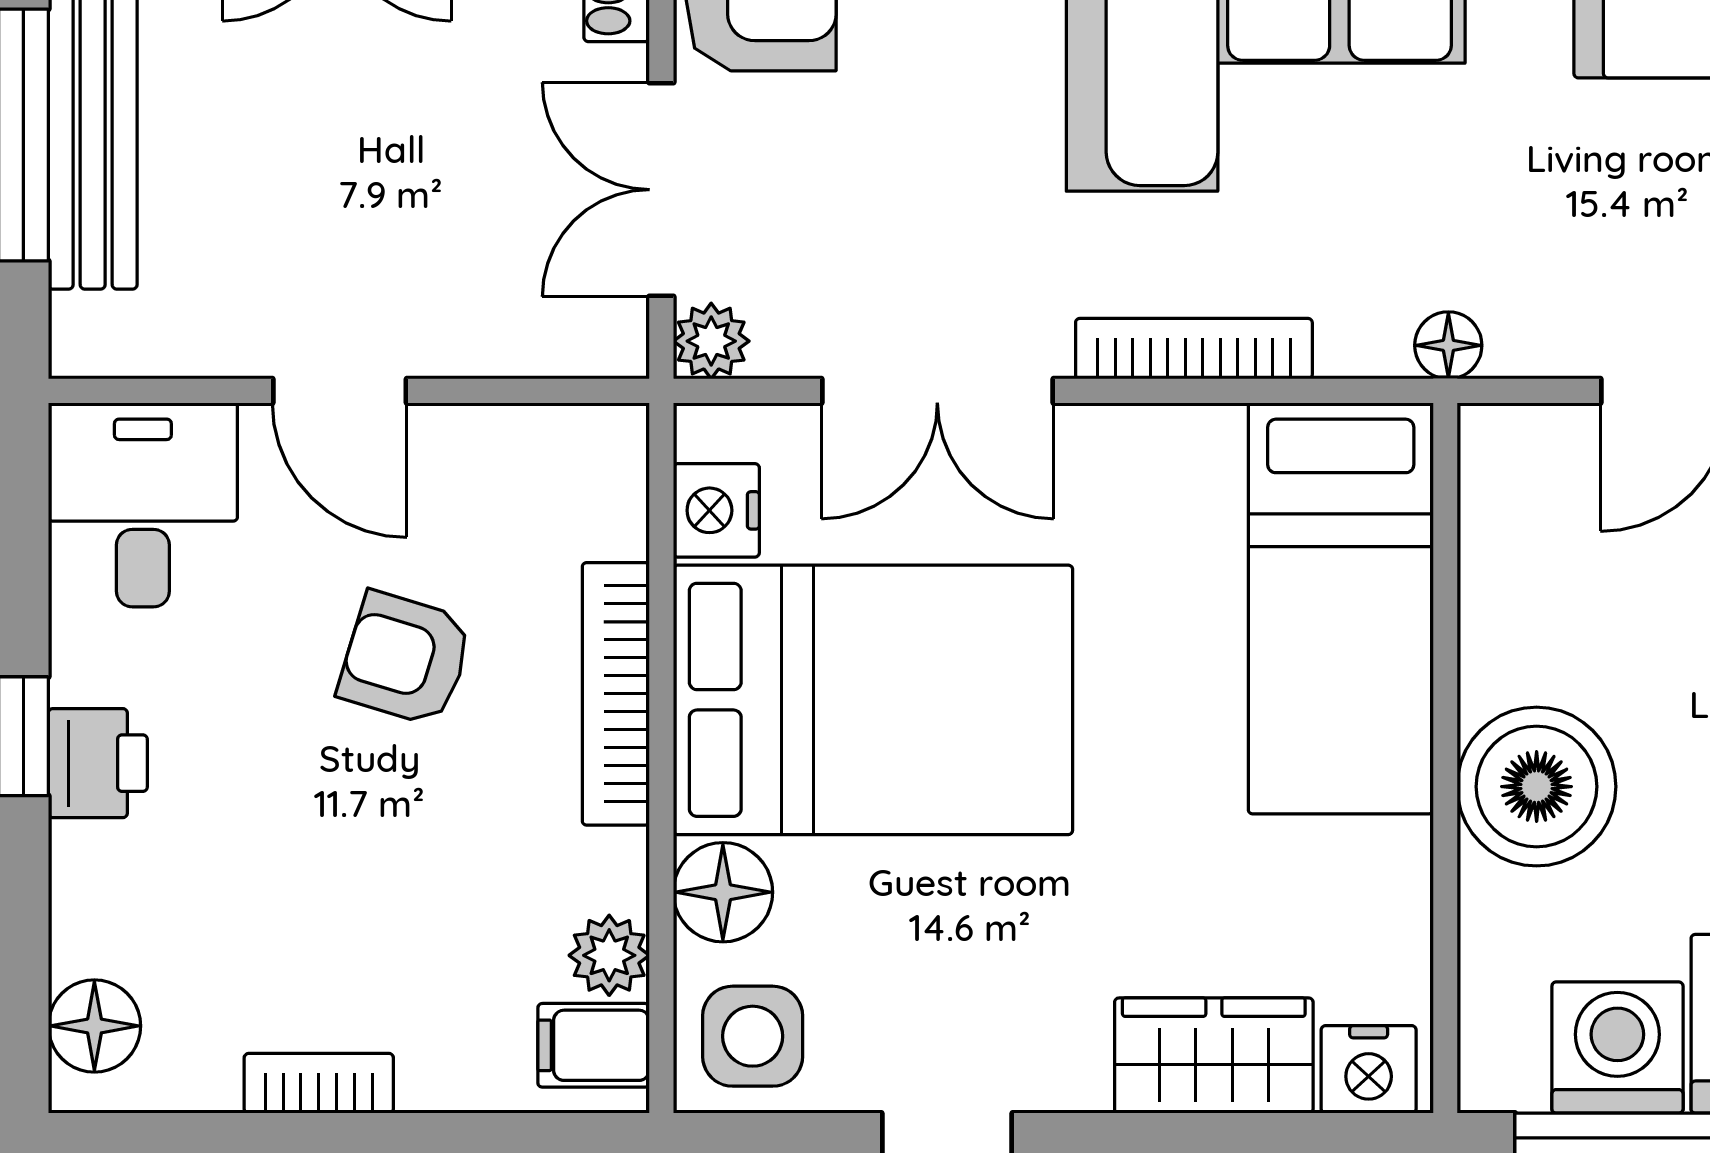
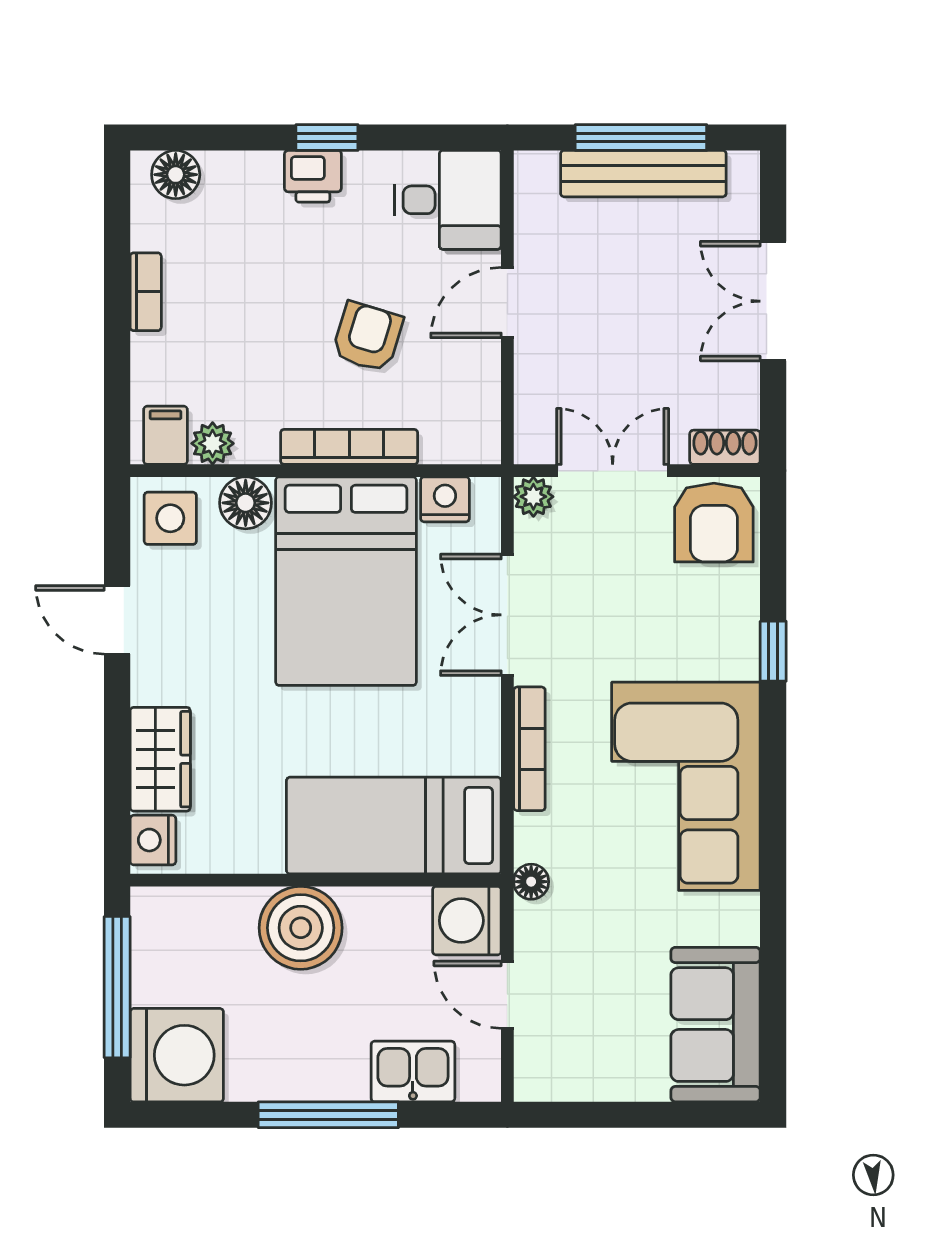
washing machine: (1617, 1048) -> (467, 921), moved, turned 180

